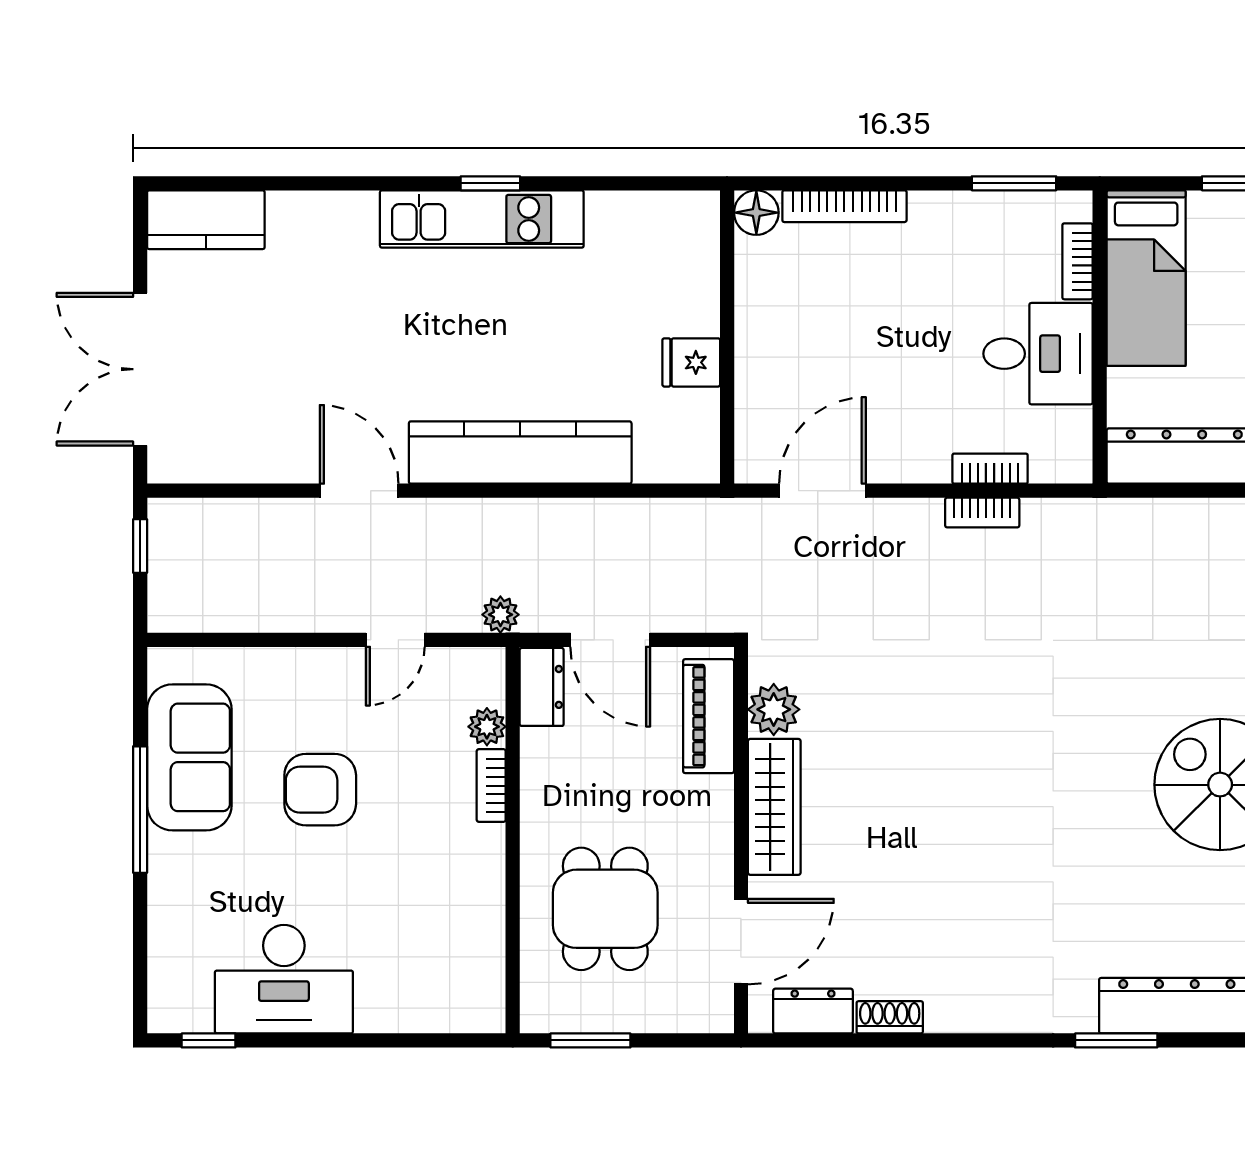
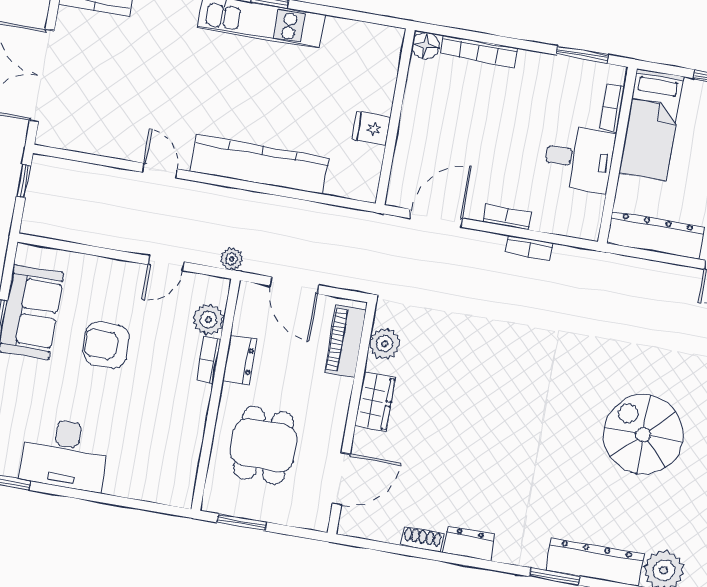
bookcase: (990, 469) -> (507, 217), moved
door: (359, 491) -> (160, 171), width x0.73
dresser: (542, 687) -> (239, 360), moved
plant: (487, 727) -> (208, 320), width x1.38, depth x1.38
wardrobe: (774, 807) -> (375, 402), width x0.67
dresser: (813, 1011) -> (469, 543), moved

